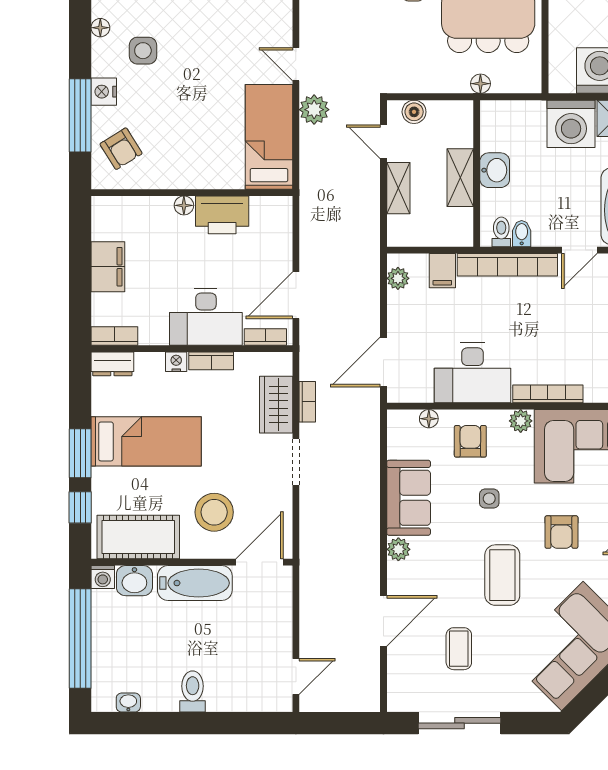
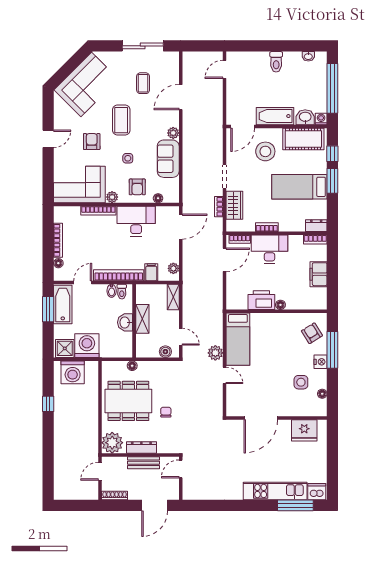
shelving: (398, 188) -> (173, 297), moved
nightstand: (176, 362) -> (284, 227), removed

